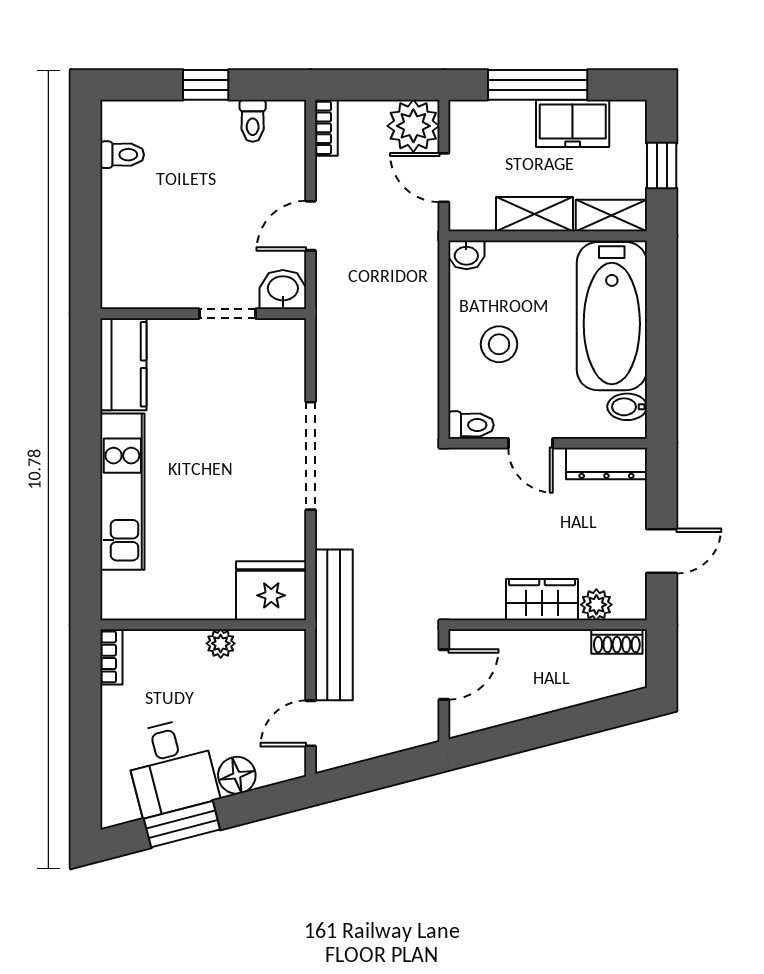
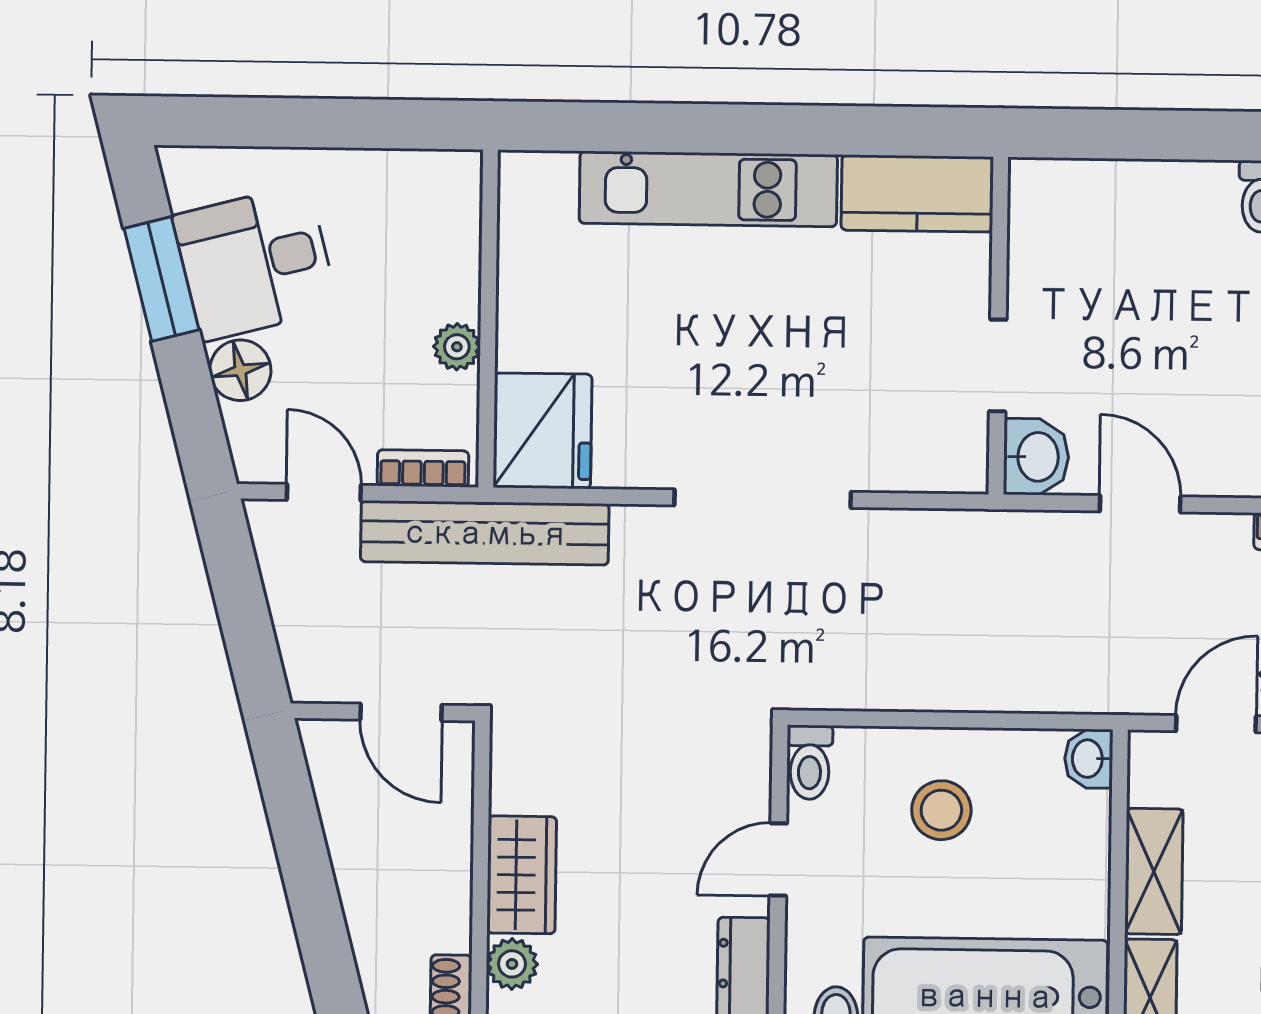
bookcase: (111, 657) -> (423, 468), moved, turned 180

